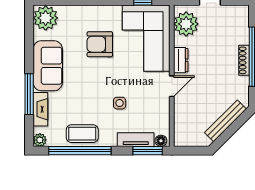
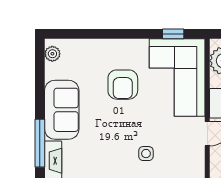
plant: (46, 18) -> (52, 54), width x0.53, depth x0.53
armchair: (100, 44) -> (123, 85), turned -90

